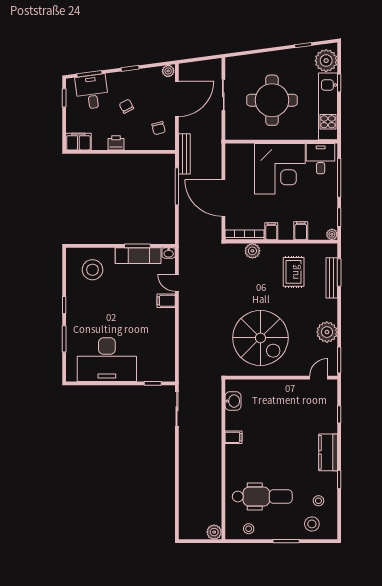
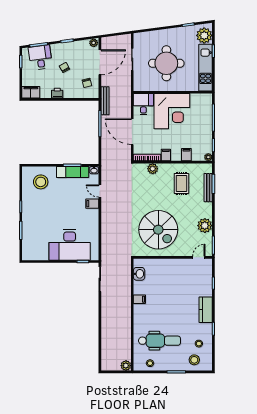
desk: (321, 159) -> (143, 104), moved
desk: (107, 360) -> (70, 245), moved

